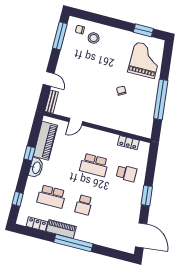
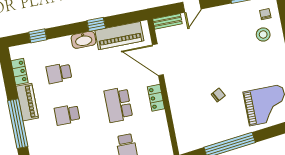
door: (76, 122) -> (158, 60), width x1.87
locker: (128, 143) -> (156, 98), moved
school desk: (51, 197) -> (59, 73), width x0.54

